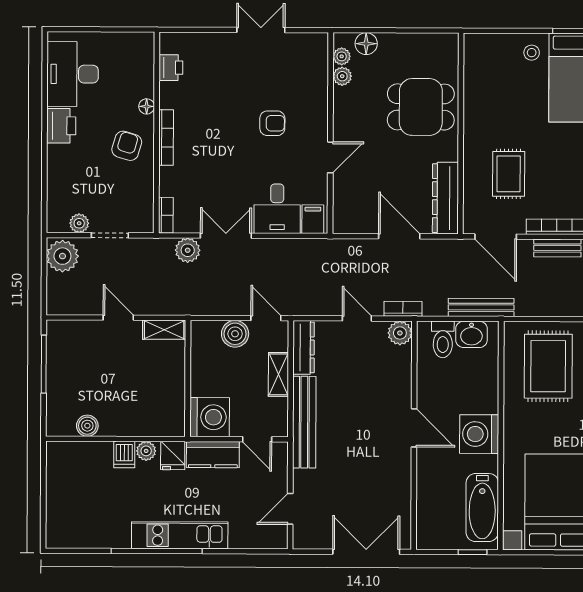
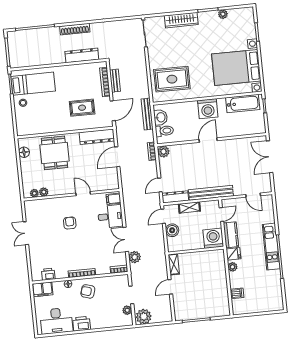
floor lamp: (366, 44) -> (24, 152), moved
filing cabinet: (141, 52) -> (43, 289), added
door: (357, 318) -> (160, 185), moved
boiler: (87, 426) -> (223, 296), removed
dishwasher: (124, 454) -> (237, 293), moved

